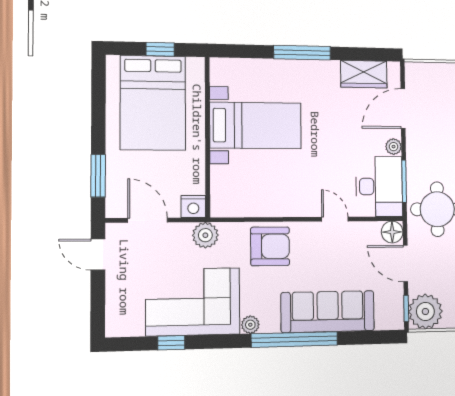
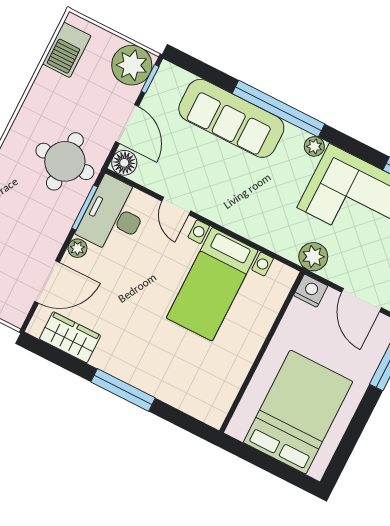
window: (160, 49) -> (264, 462), removed
bed with nightstands: (256, 125) -> (212, 284), moved, turned -90
armchair: (270, 246) -> (255, 213), removed

